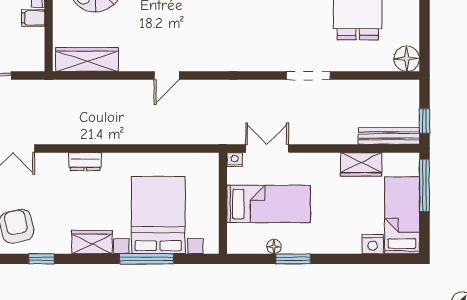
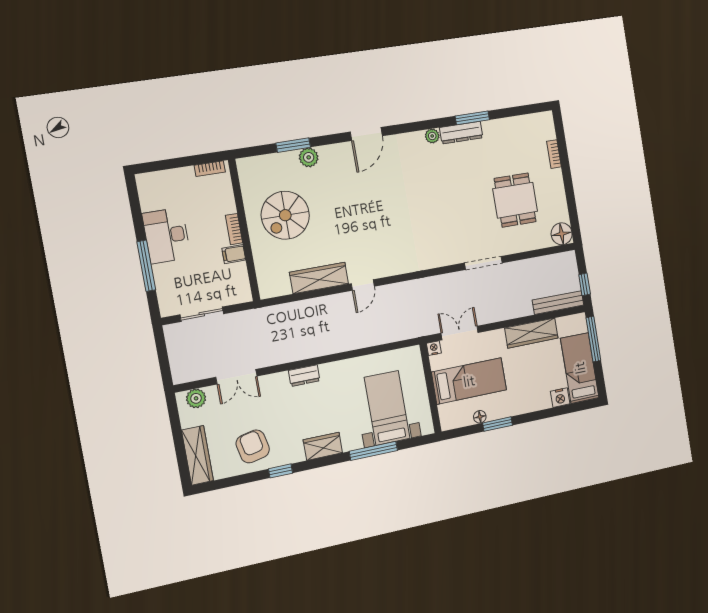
wardrobe: (87, 59) -> (319, 278), moved
wardrobe: (361, 164) -> (531, 333), width x1.50
bed with nightstands: (158, 215) -> (387, 408), width x0.73

